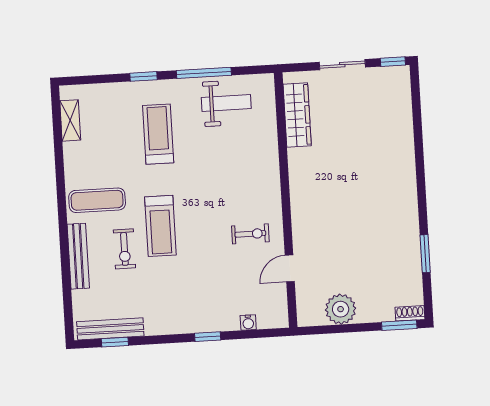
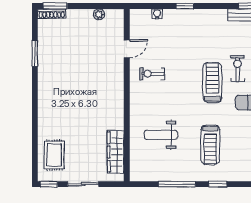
weight bench: (226, 103) -> (161, 135), moved
rug: (388, 105) -> (54, 155), added
plant: (341, 309) -> (99, 14), width x0.53, depth x0.53
shoe rack: (410, 313) -> (52, 14), width x1.43

